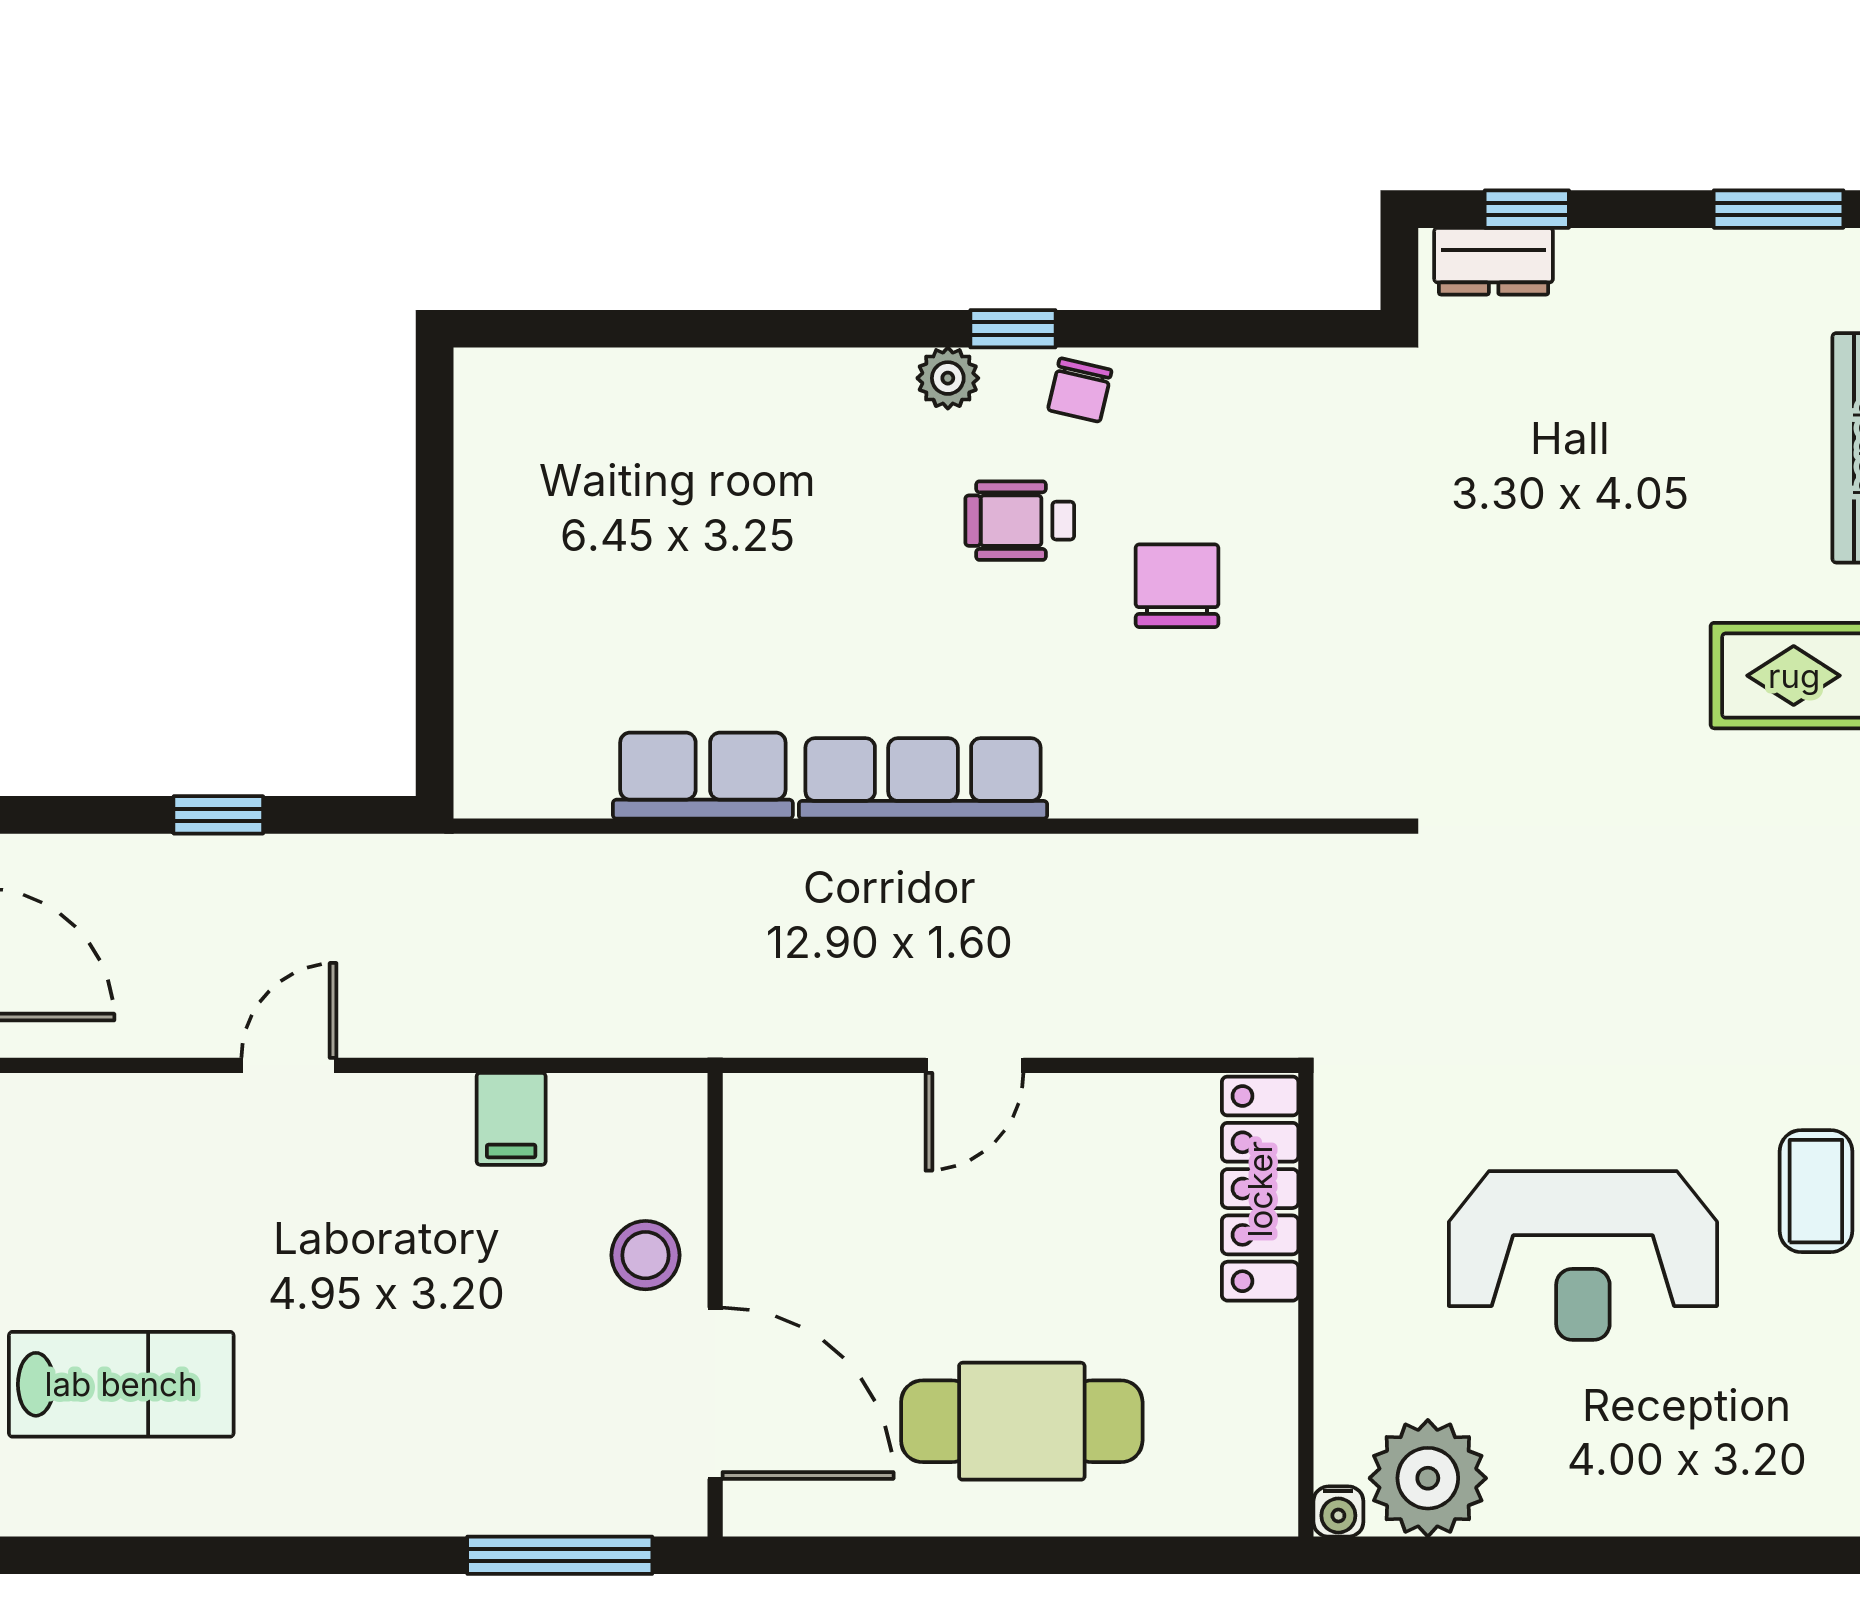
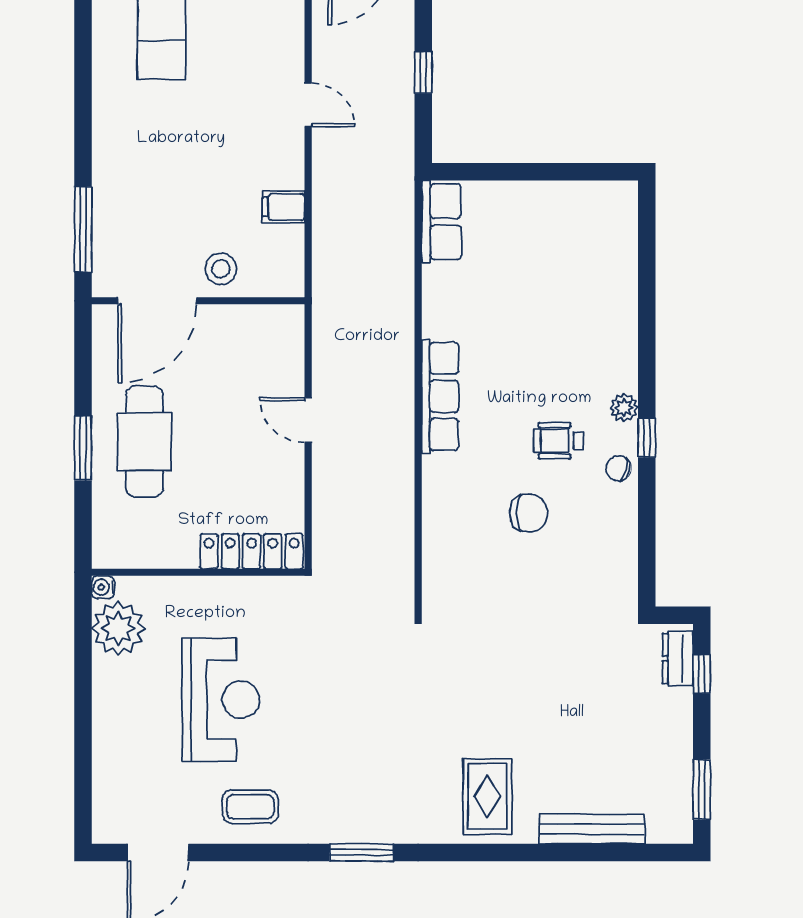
wheelchair: (1020, 521) -> (558, 441), turned -90
row of seats: (703, 776) -> (441, 222), moved
reception desk: (1583, 1255) -> (221, 700), turned 180
window: (1036, 1555) -> (83, 448), added

